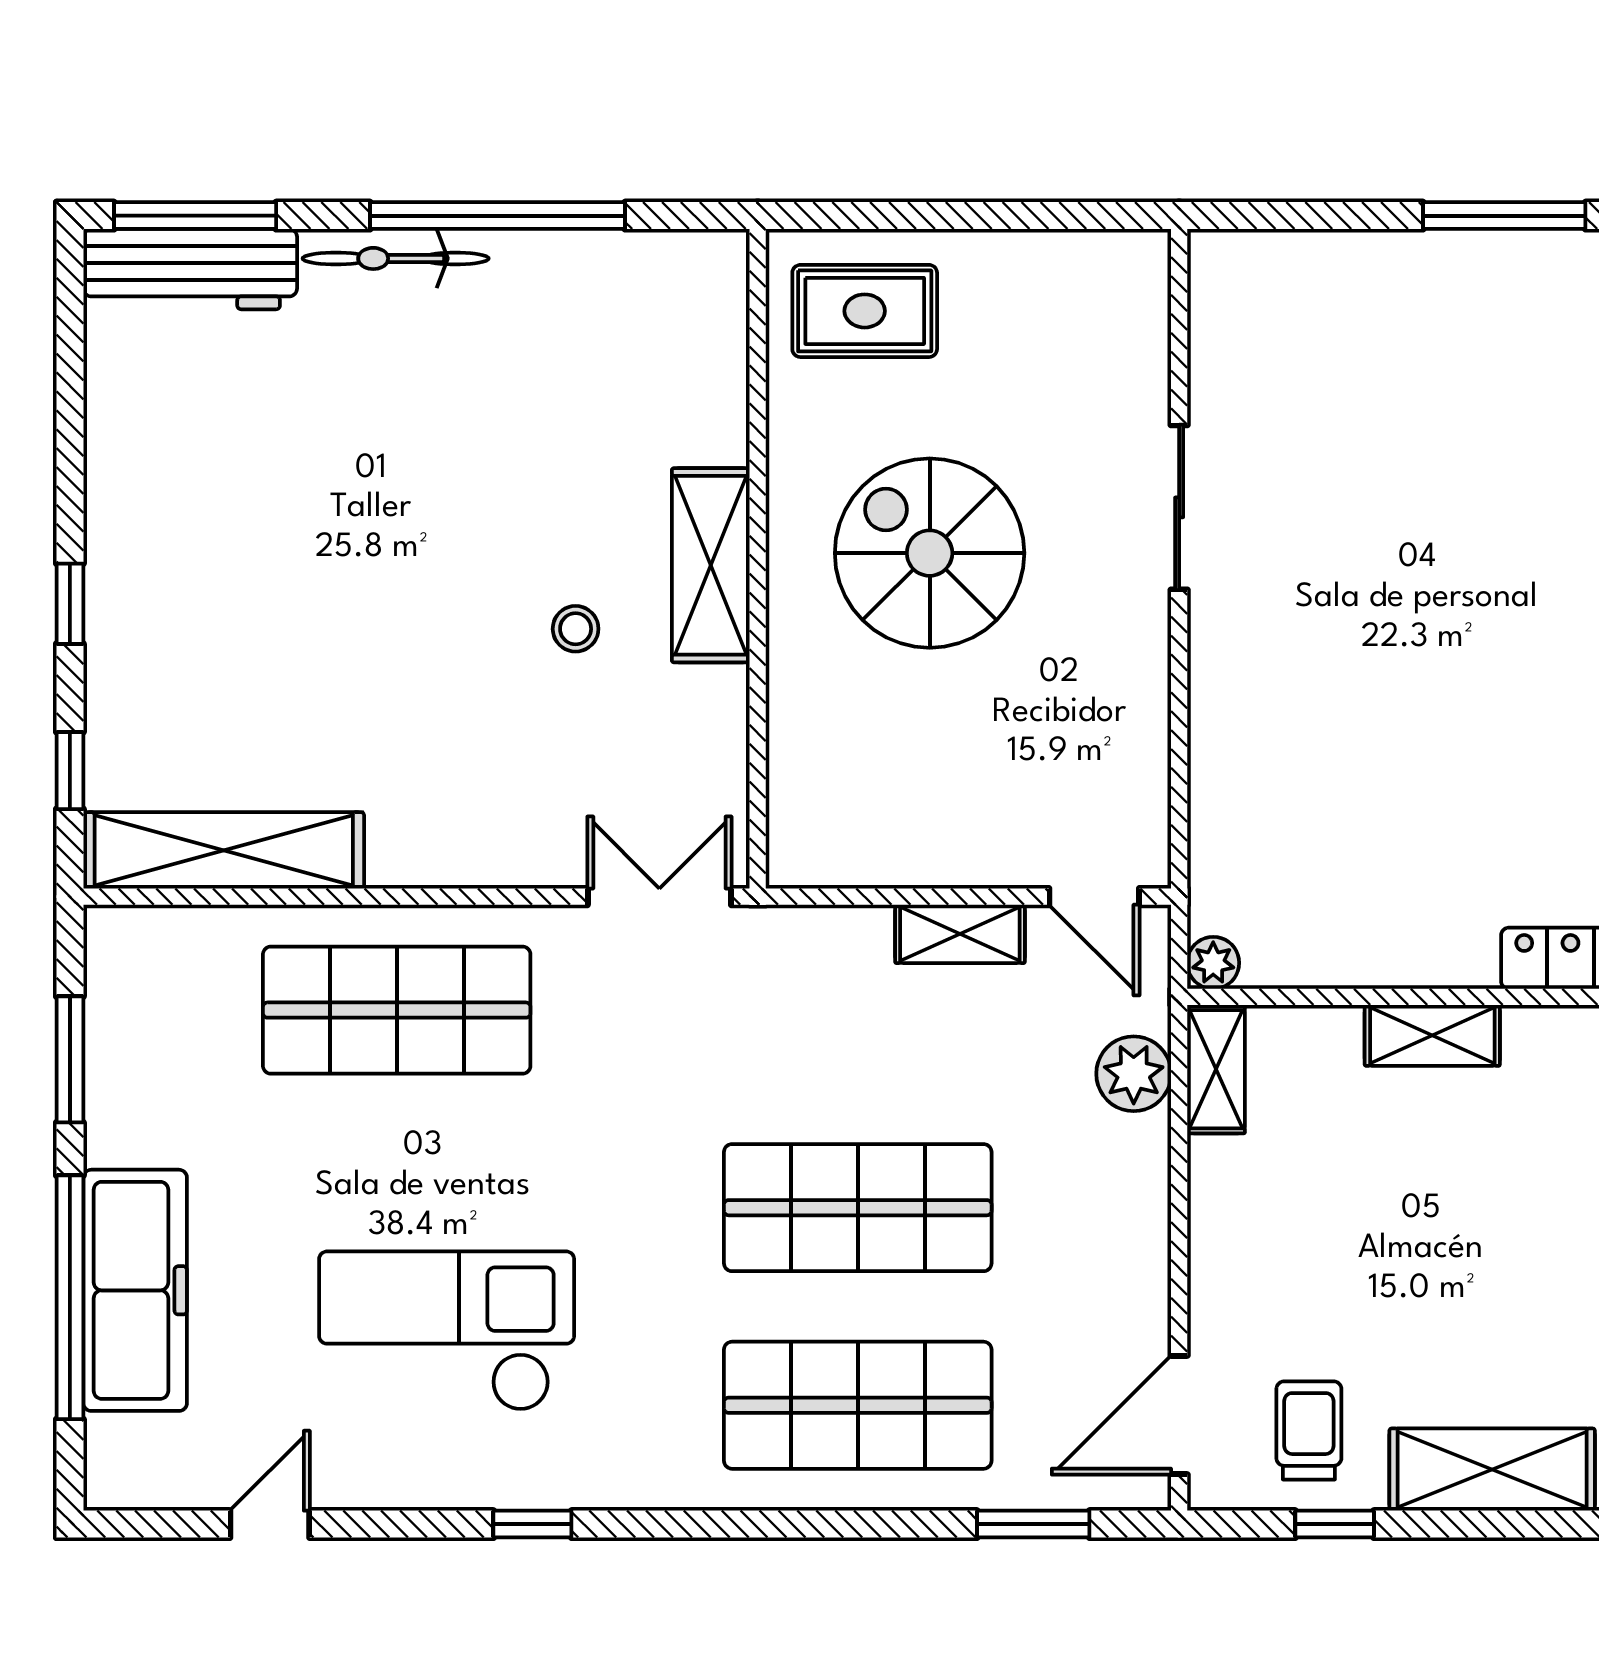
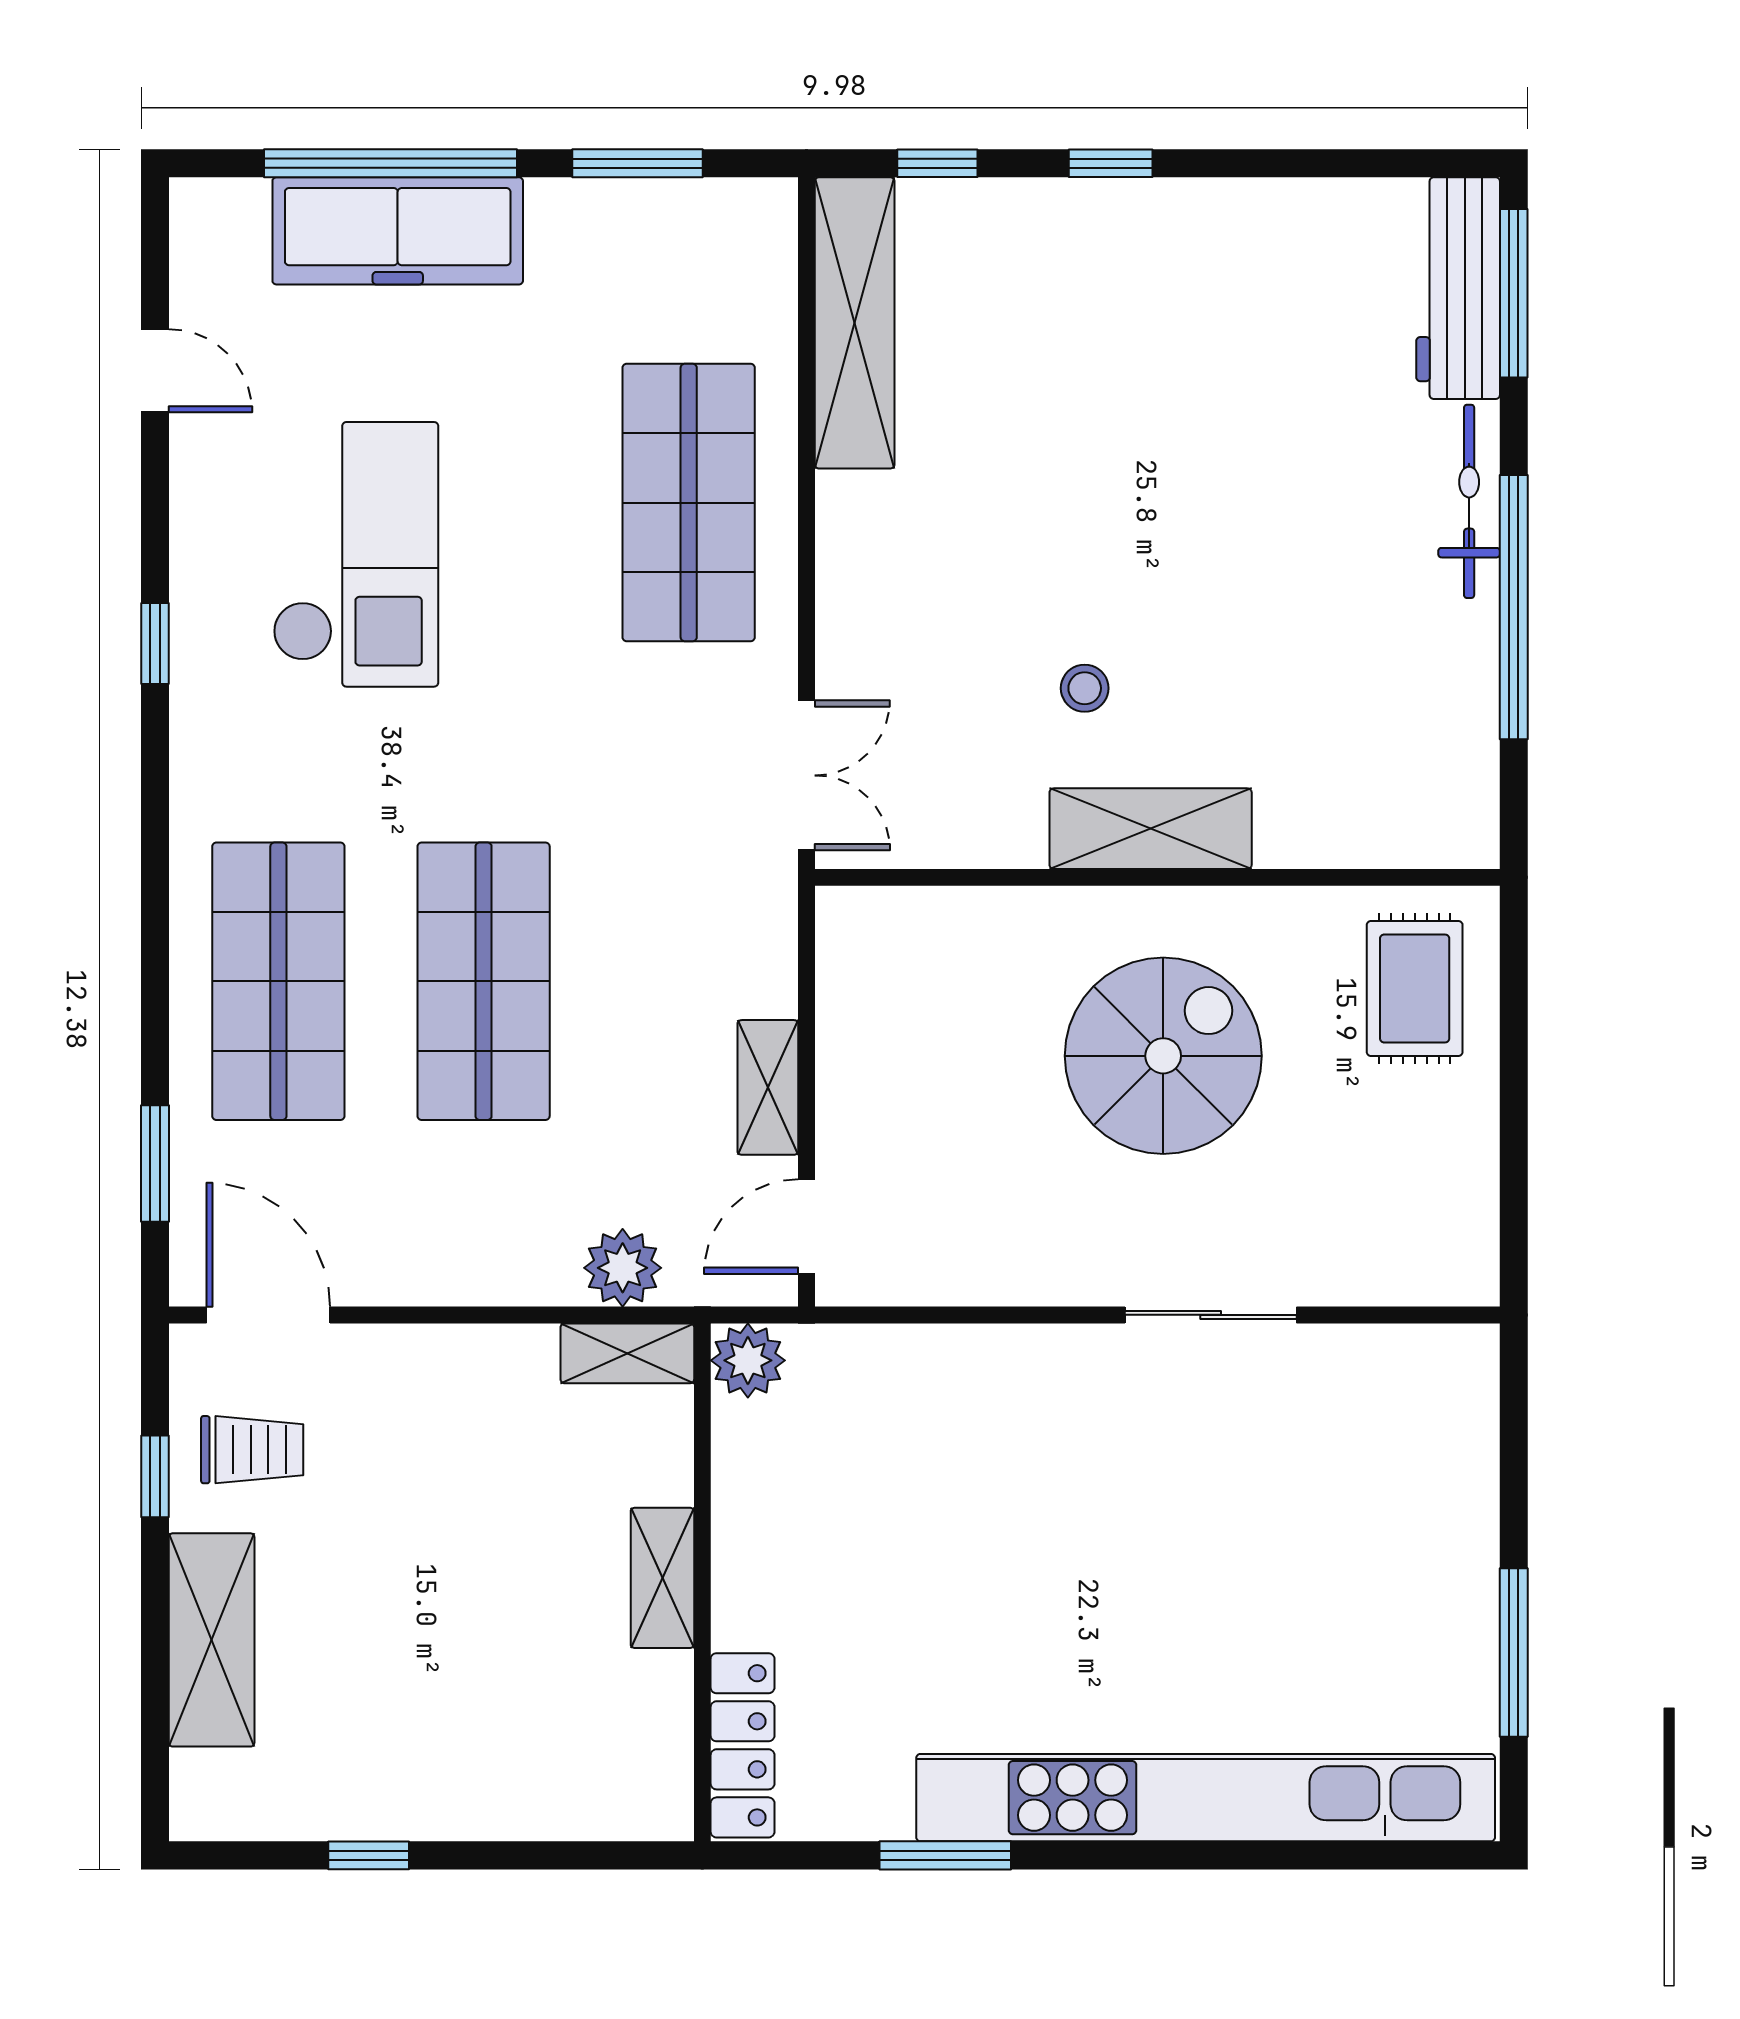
plant: (1213, 963) -> (748, 1360), width x1.38, depth x1.38

